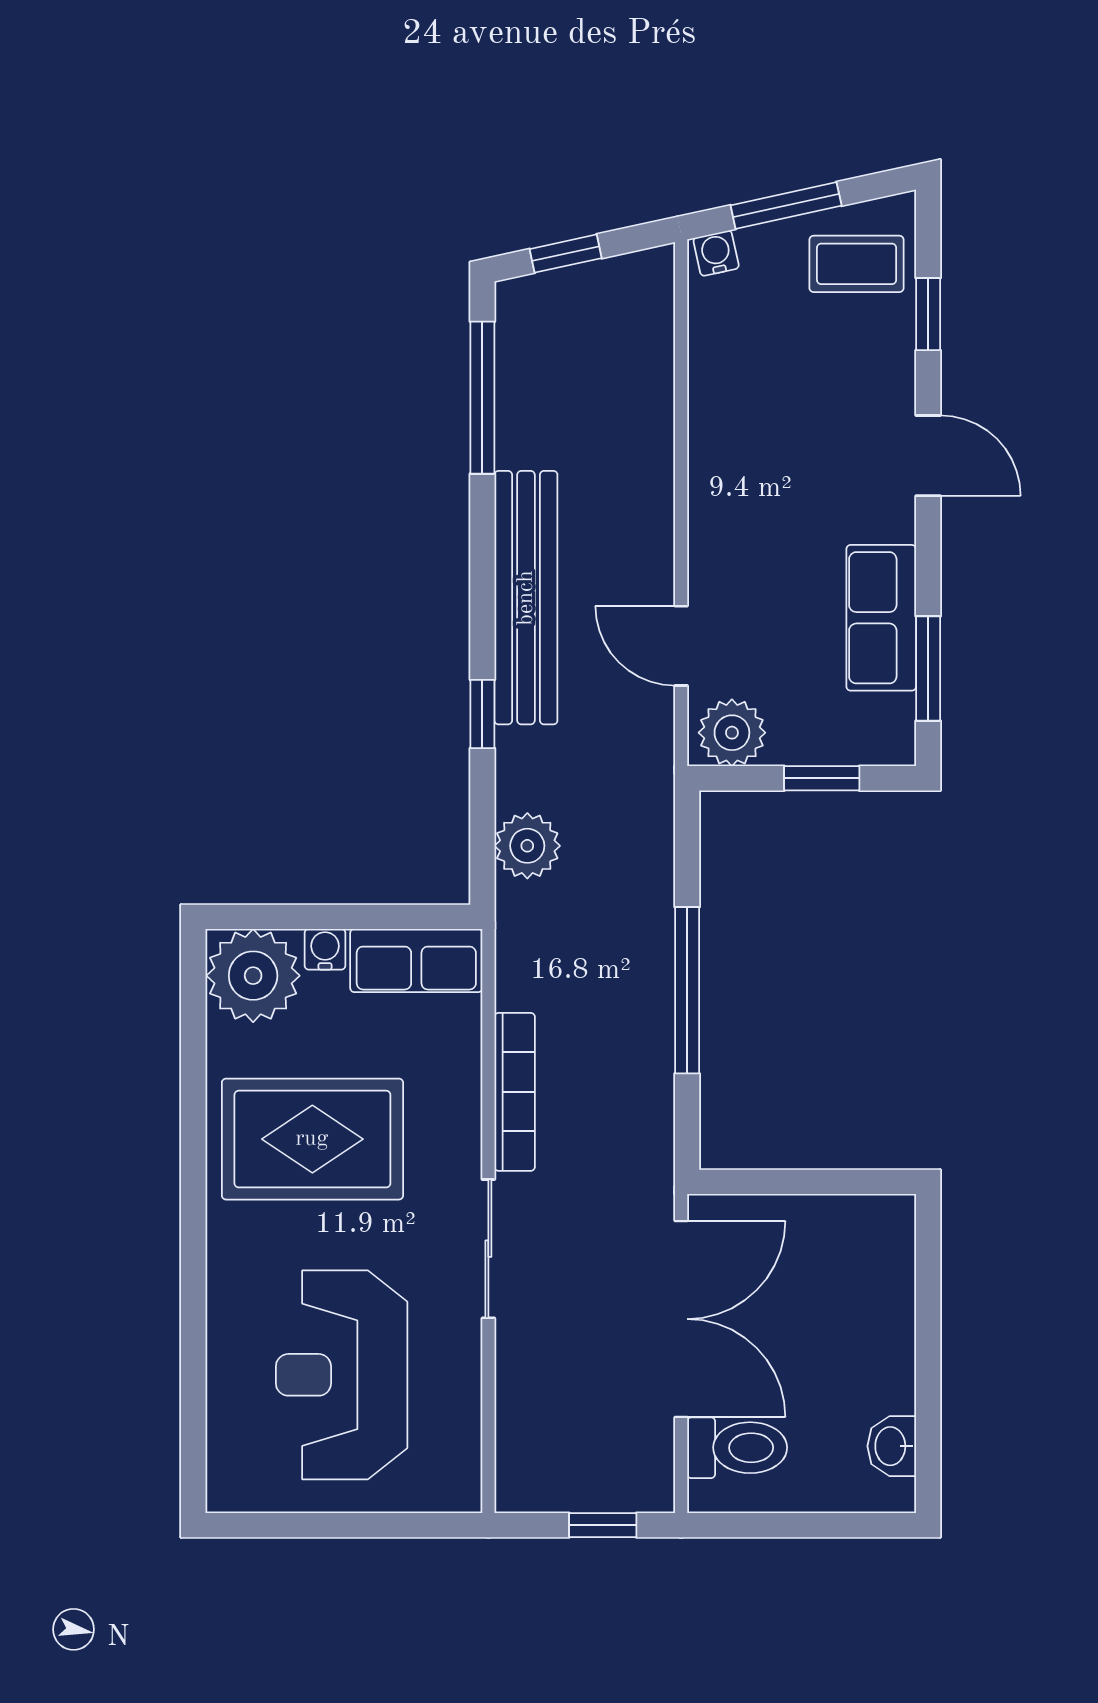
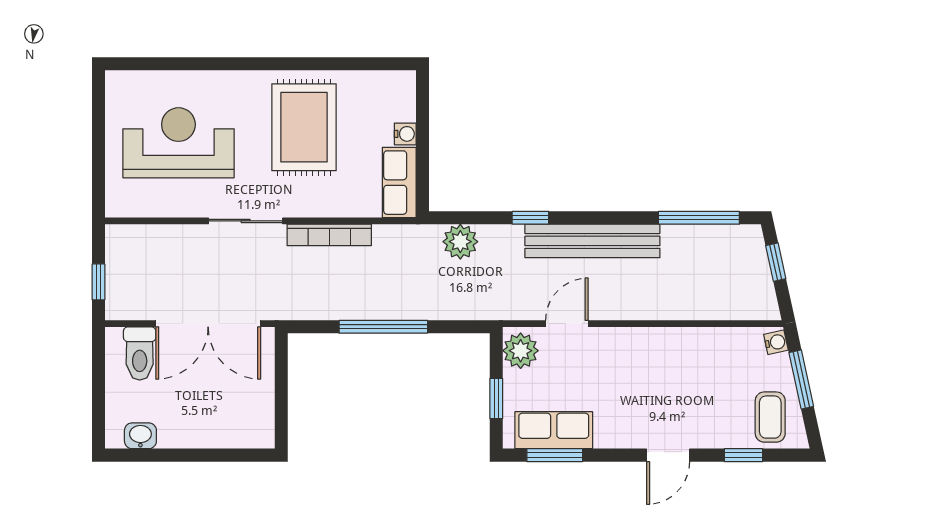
row of seats: (881, 618) -> (554, 430), moved
plant: (253, 976) -> (391, 96), removed

